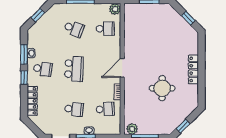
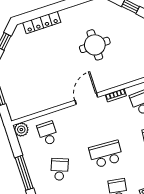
door: (122, 68) -> (86, 99), swing flipped
locker: (193, 69) -> (42, 22), moved

